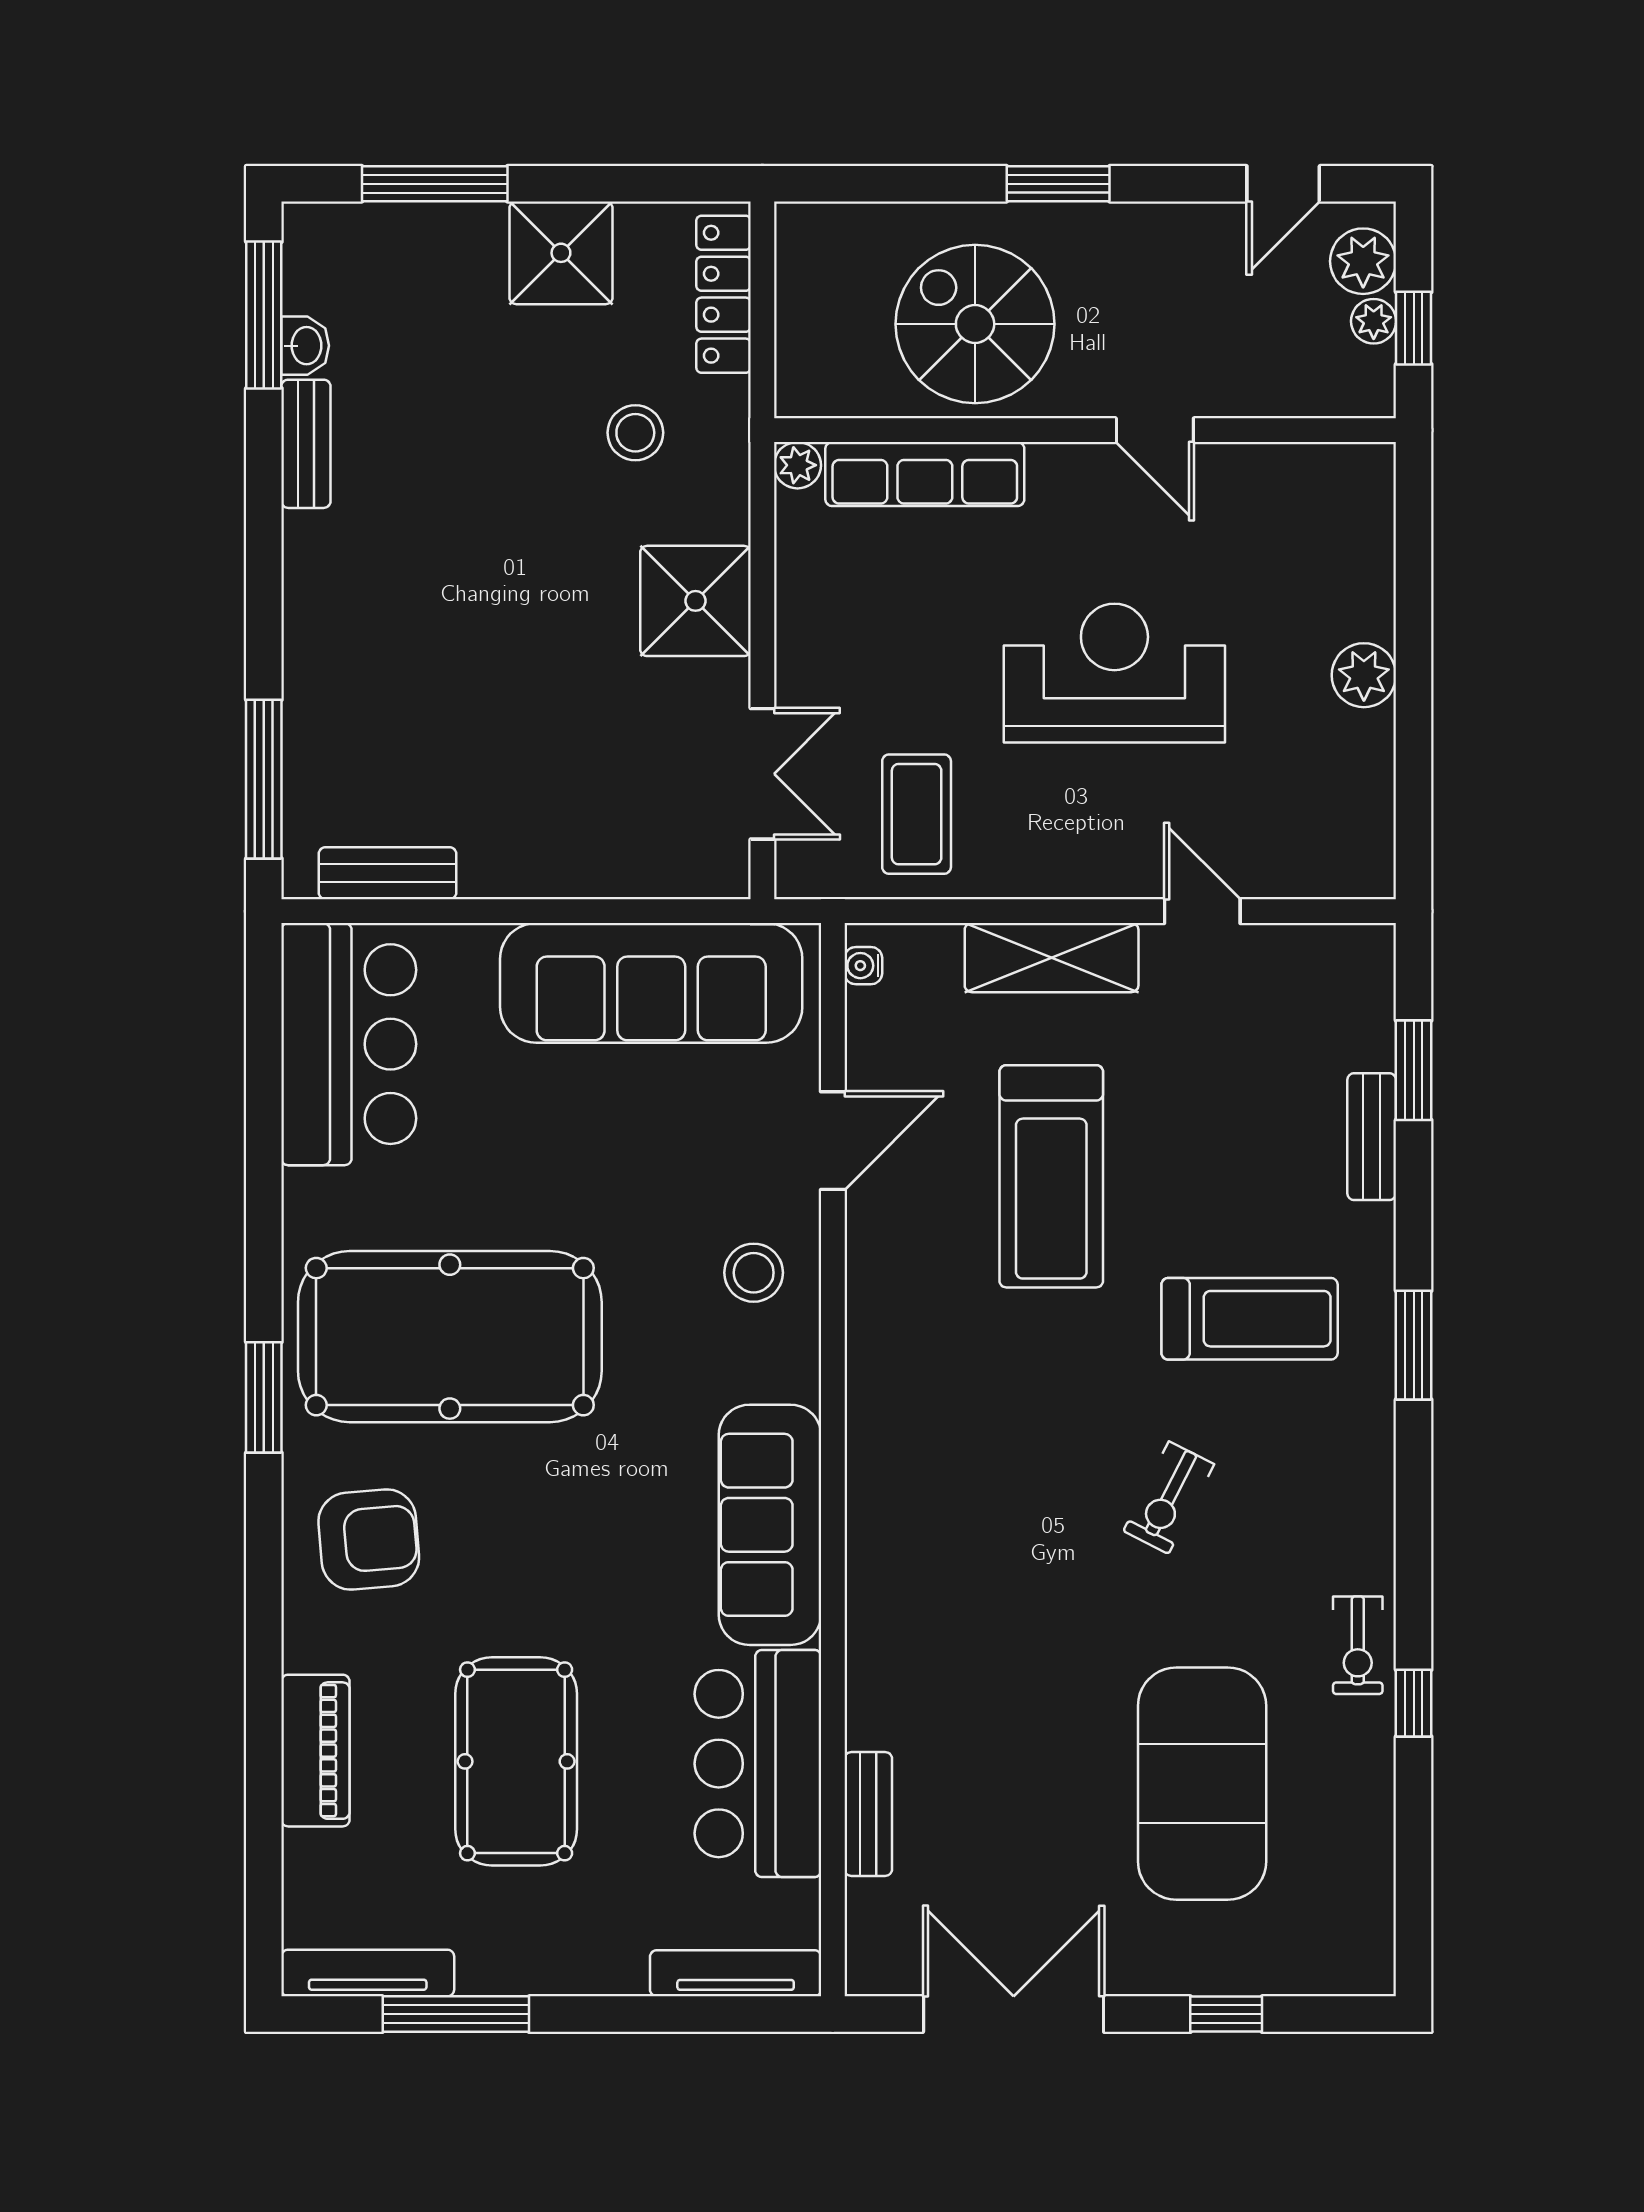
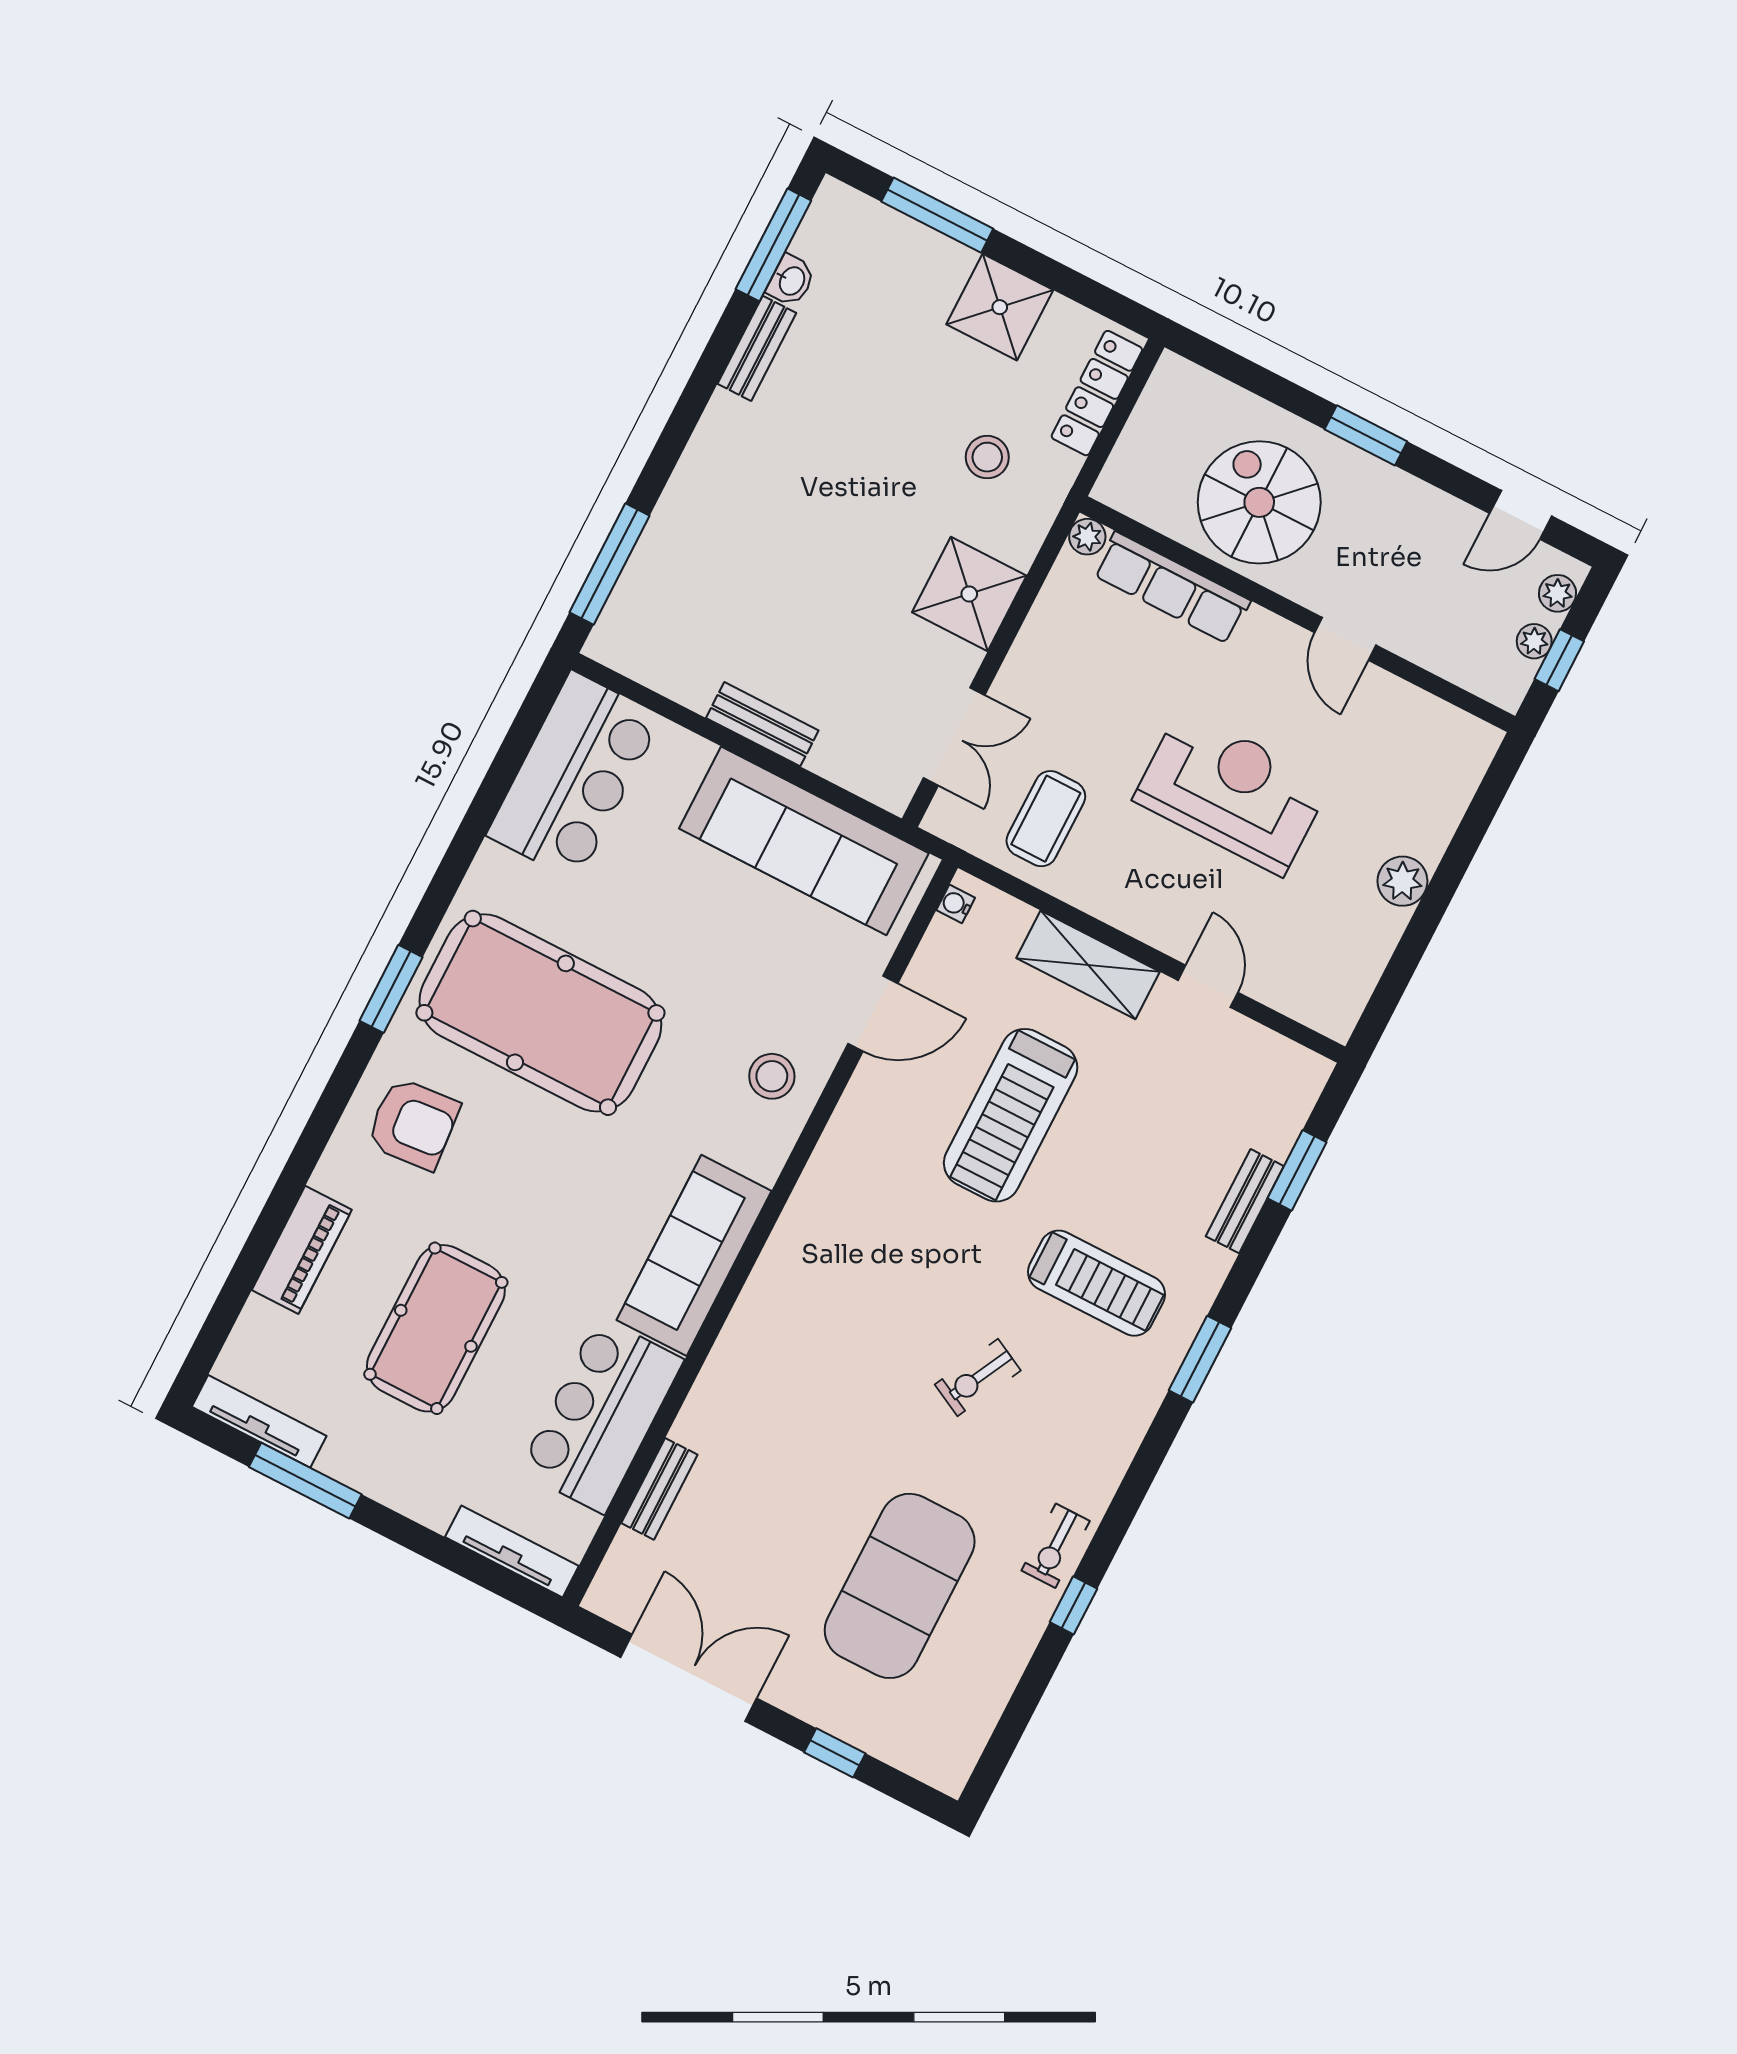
plant: (1363, 261) -> (1557, 593), width x0.73, depth x0.73
bench: (388, 873) -> (762, 724), moved

